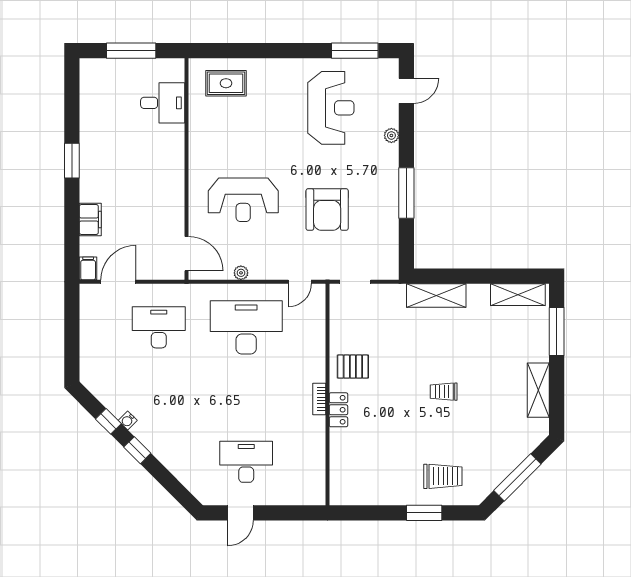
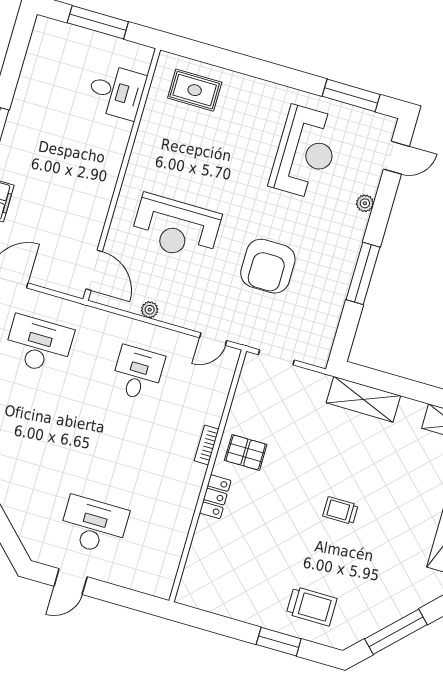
desk: (246, 327) -> (138, 373), width x0.53, depth x0.77
bookcase: (319, 399) -> (207, 445), moved

